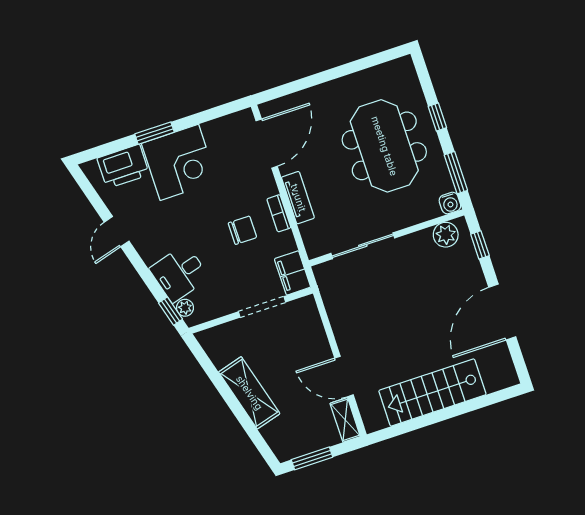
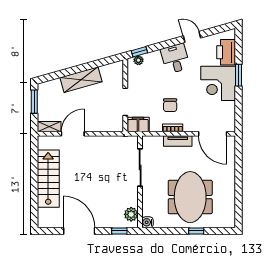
meeting table: (384, 146) -> (190, 197), turned 90
window: (456, 173) -> (163, 231), removed
desk: (179, 273) -> (175, 59), moved

